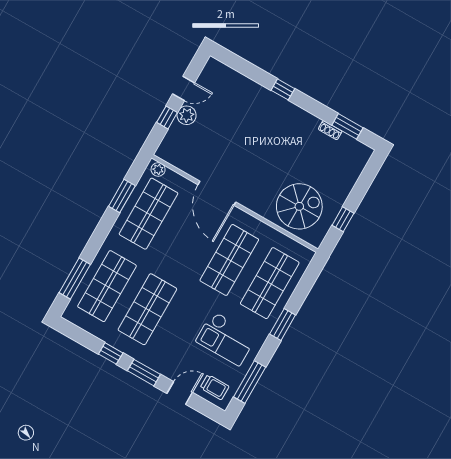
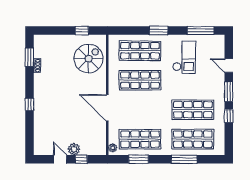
door: (217, 193) -> (107, 108), swing flipped
spiral stairs: (299, 206) -> (89, 59), turned 90
window: (75, 279) -> (184, 159), moved
trolley: (215, 387) -> (214, 48), removed

